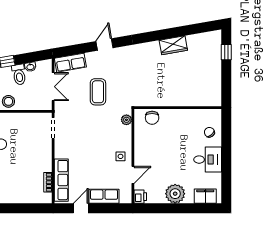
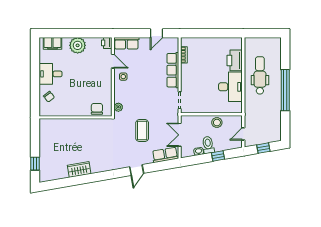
door: (133, 175) -> (113, 61), swing flipped
row of seats: (61, 180) -> (173, 70), moved
row of seats: (104, 196) -> (126, 43), moved

